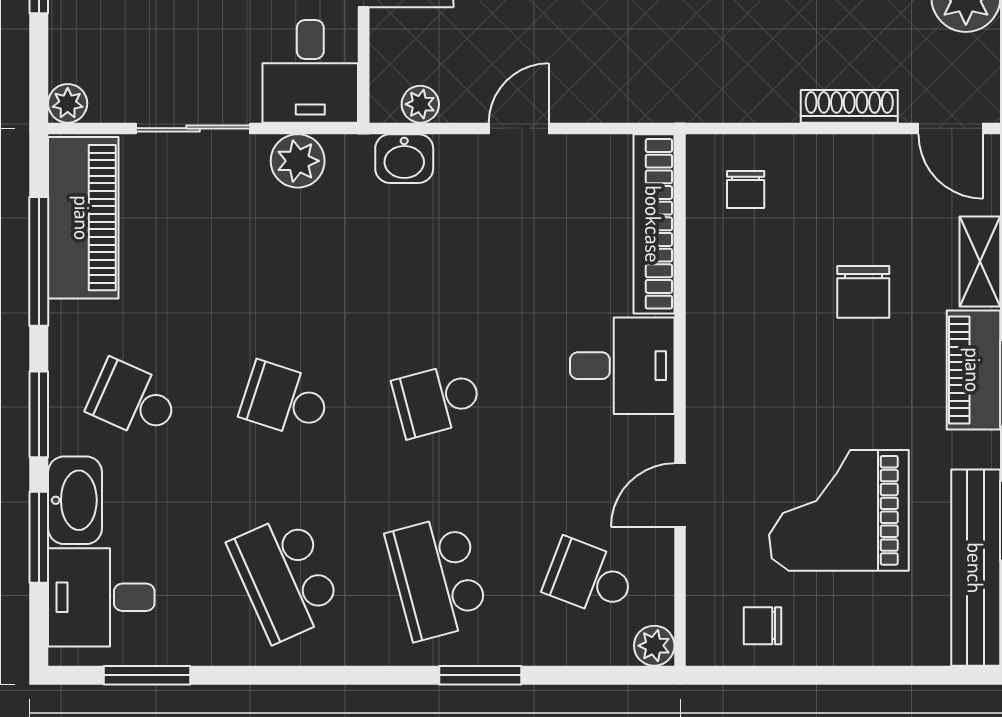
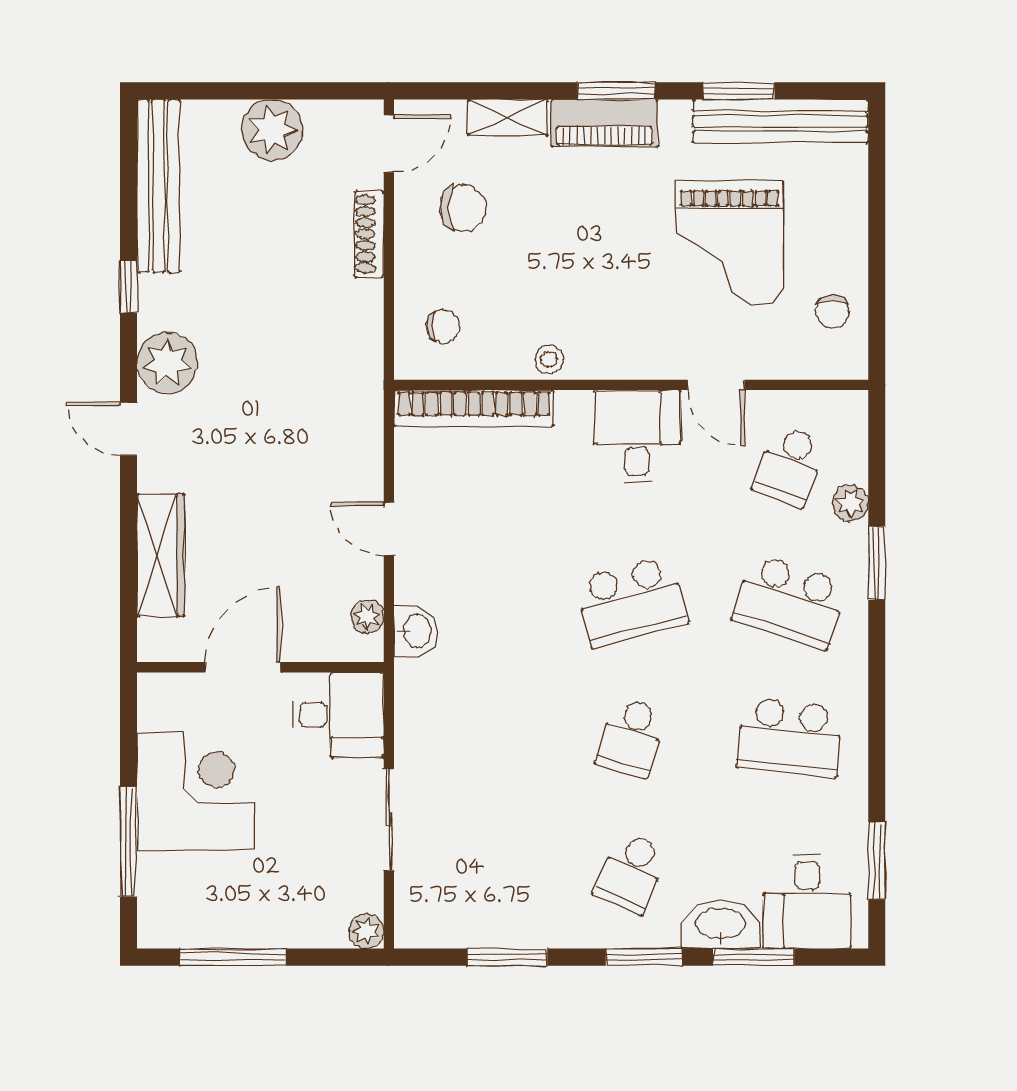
plant: (298, 161) -> (418, 726), removed
piano: (83, 218) -> (468, 917), removed
window: (39, 261) -> (507, 957), width x0.69
chair: (863, 292) -> (463, 208), moved
stool: (709, 308) -> (549, 359), added
desk: (622, 366) -> (637, 437), moved
school desk: (437, 400) -> (631, 602), width x1.85
school desk: (285, 578) -> (790, 737), turned 30
school desk: (437, 578) -> (790, 602), turned 33
plant: (654, 646) -> (850, 503), moved

